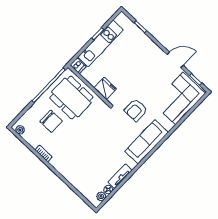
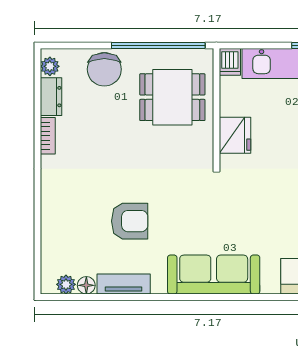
dining table: (71, 97) -> (172, 97), width x0.73
armchair: (136, 110) -> (130, 221), moved, turned 180
chair: (51, 121) -> (104, 69), moved
dresser: (31, 139) -> (51, 97), added

